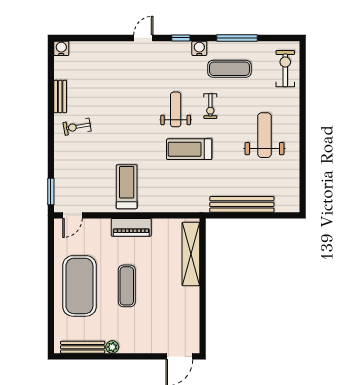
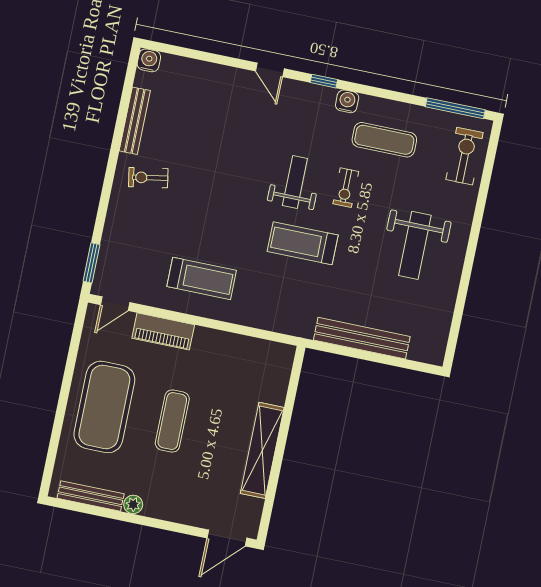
door: (143, 38) -> (270, 70), swing flipped
window: (237, 38) -> (455, 108), moved
bench: (60, 97) -> (135, 121), width x1.36
weight bench: (264, 135) -> (415, 245), turned 180
treadmill: (127, 187) -> (202, 278), turned 90
piano: (131, 227) -> (163, 331), moved
shelving: (191, 254) -> (262, 450), moved

